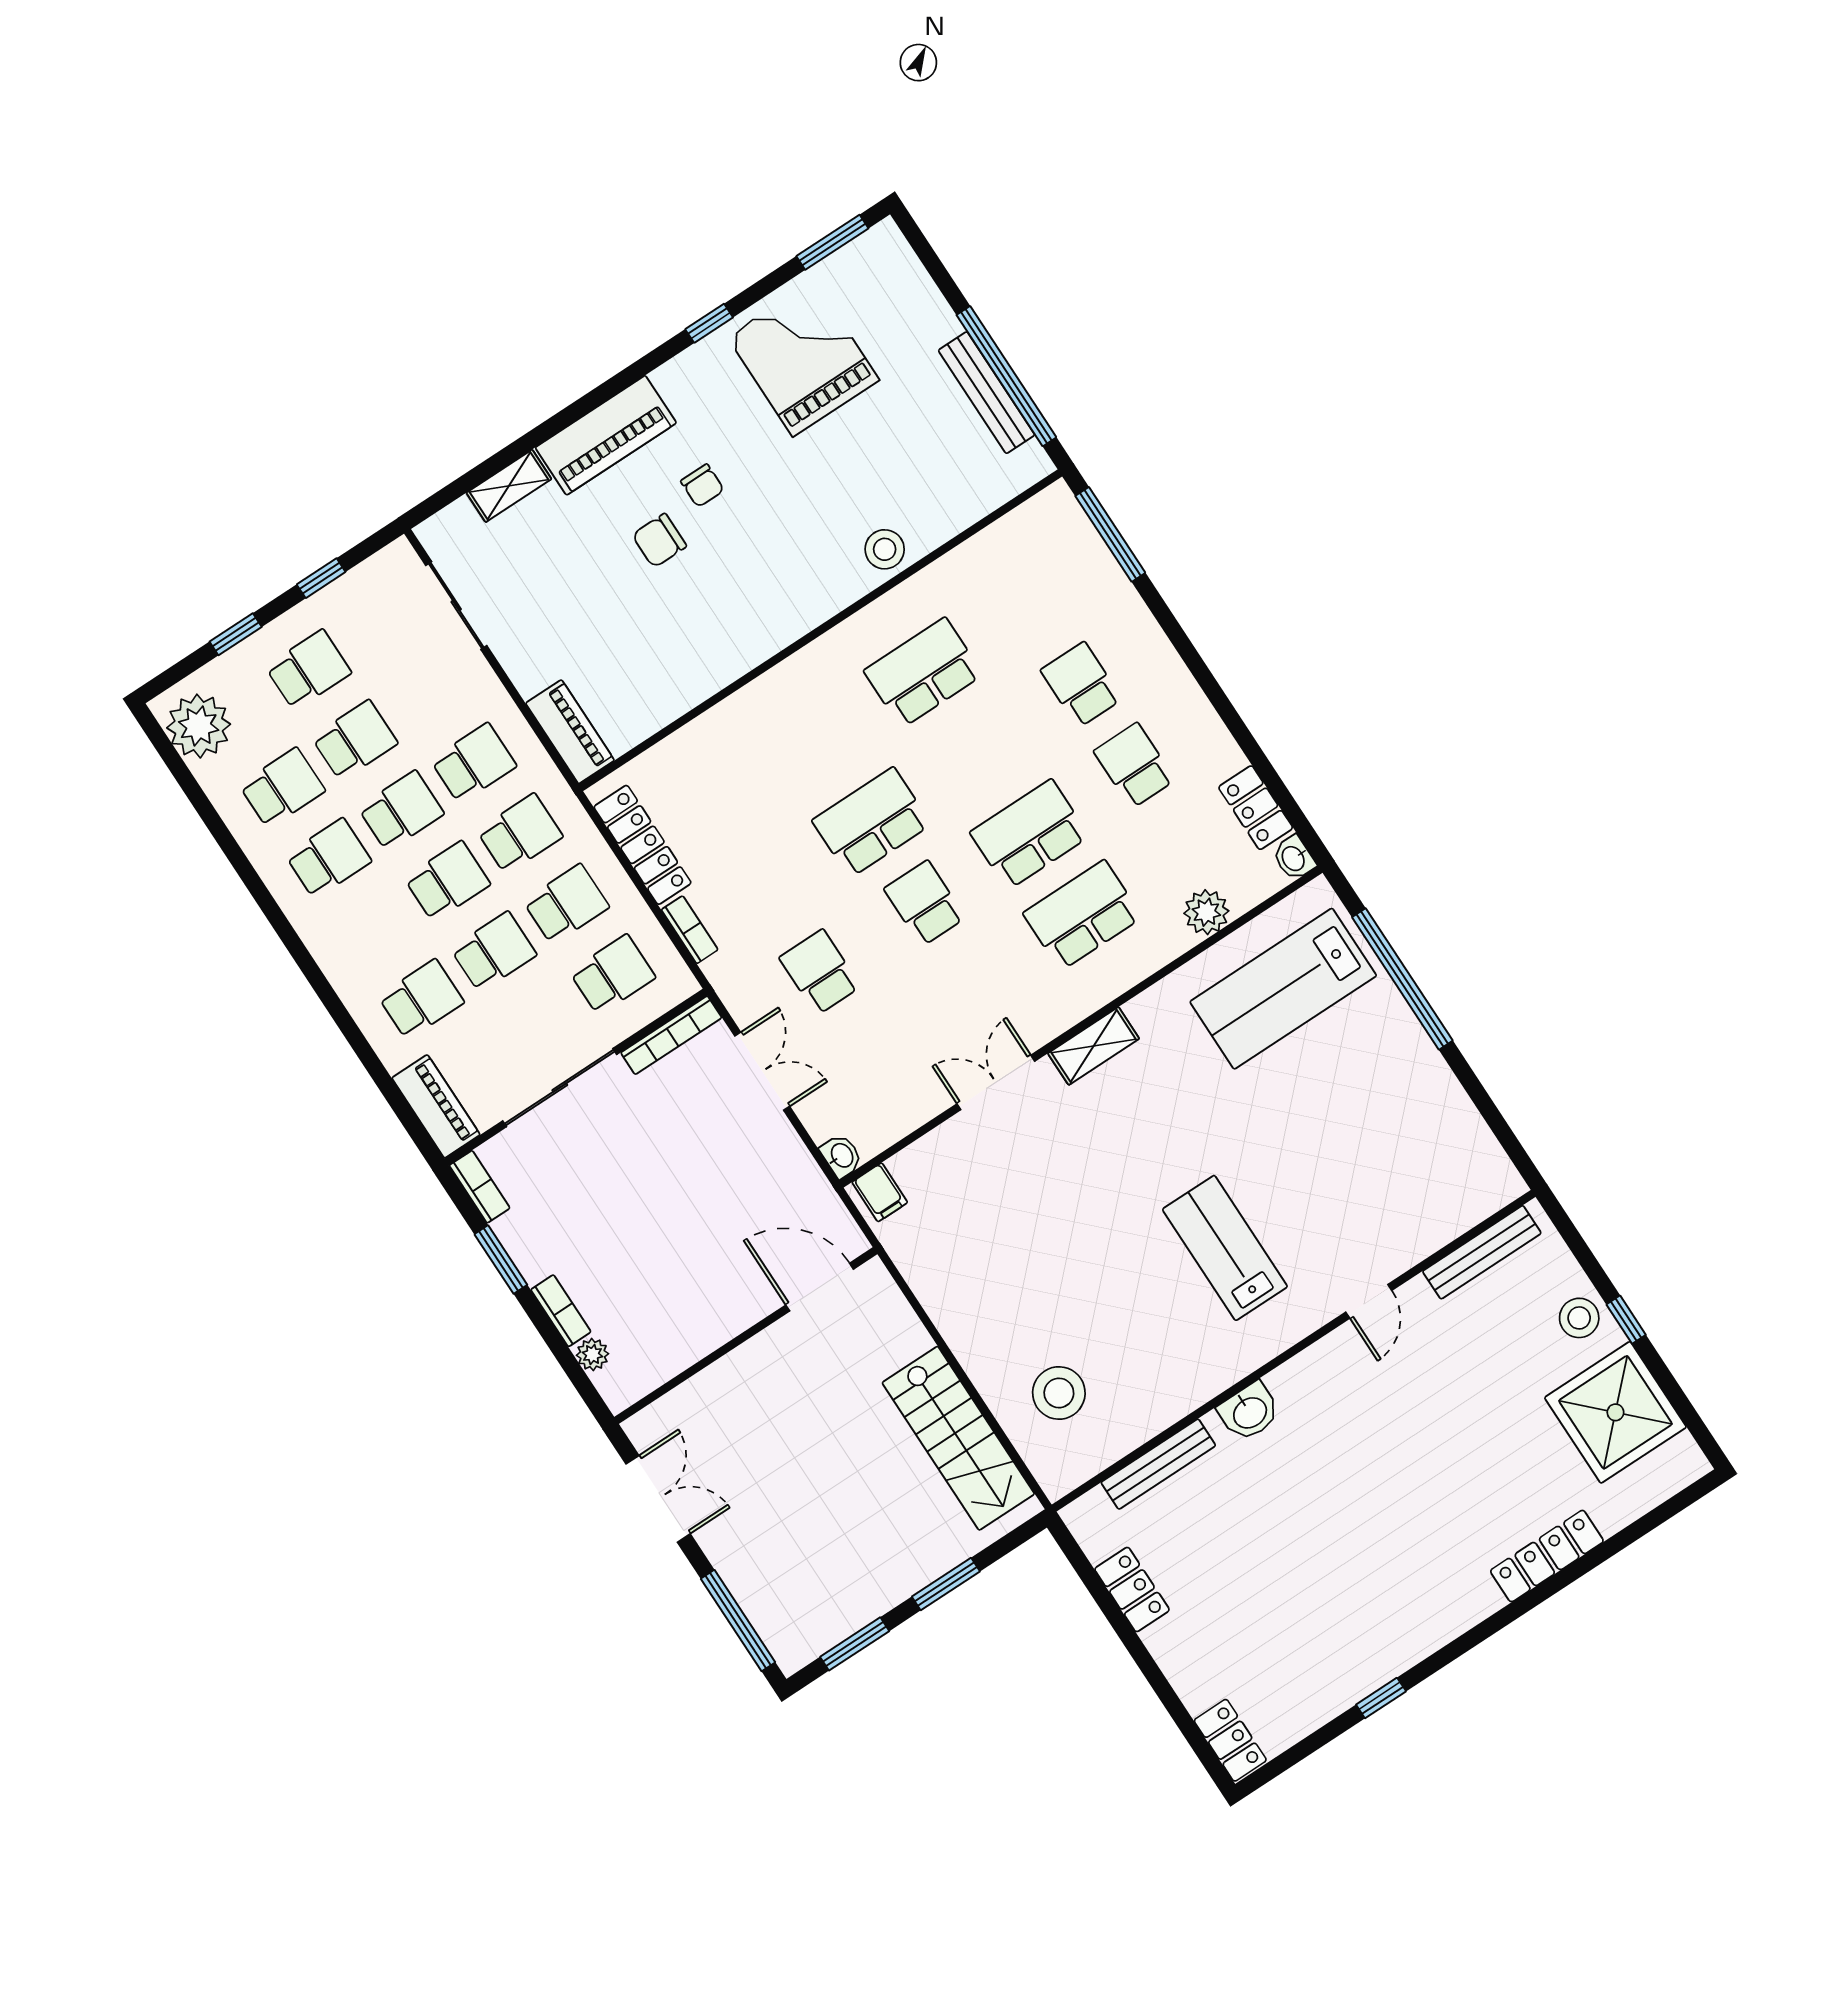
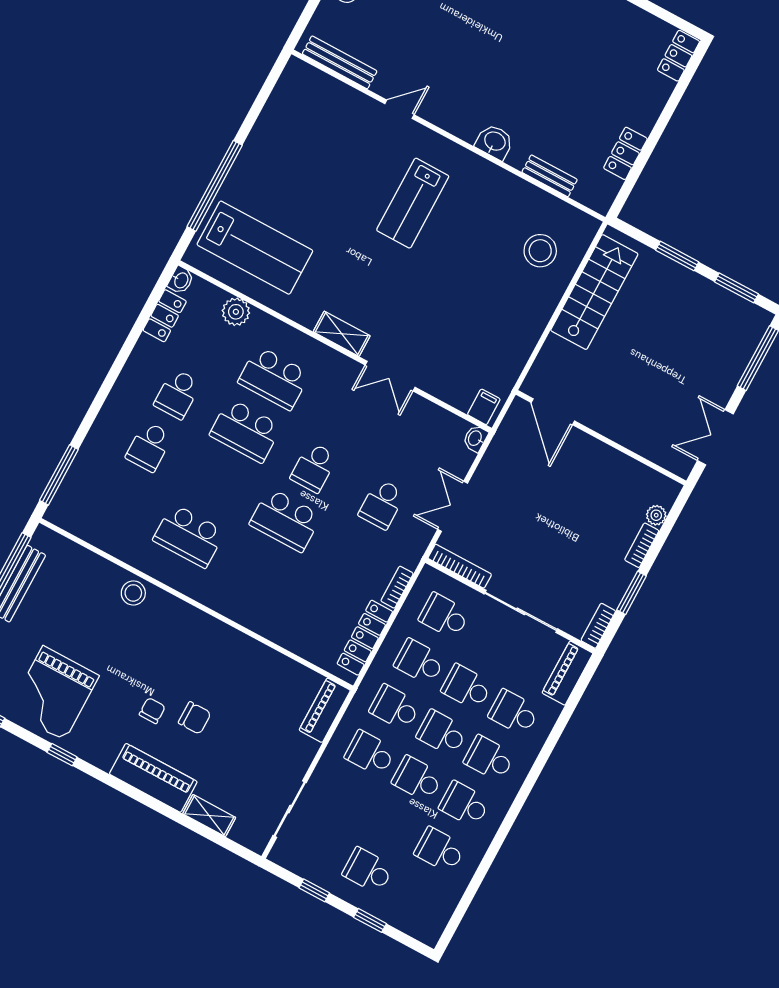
plant: (199, 726) -> (431, 914), removed
school desk: (355, 740) -> (489, 758), moved
bench: (1158, 1464) -> (550, 176), width x0.73

